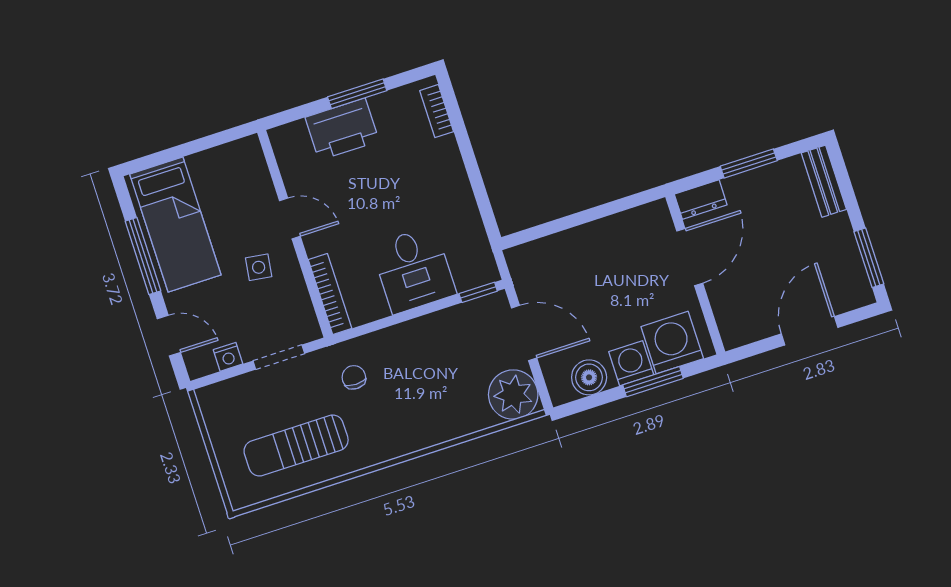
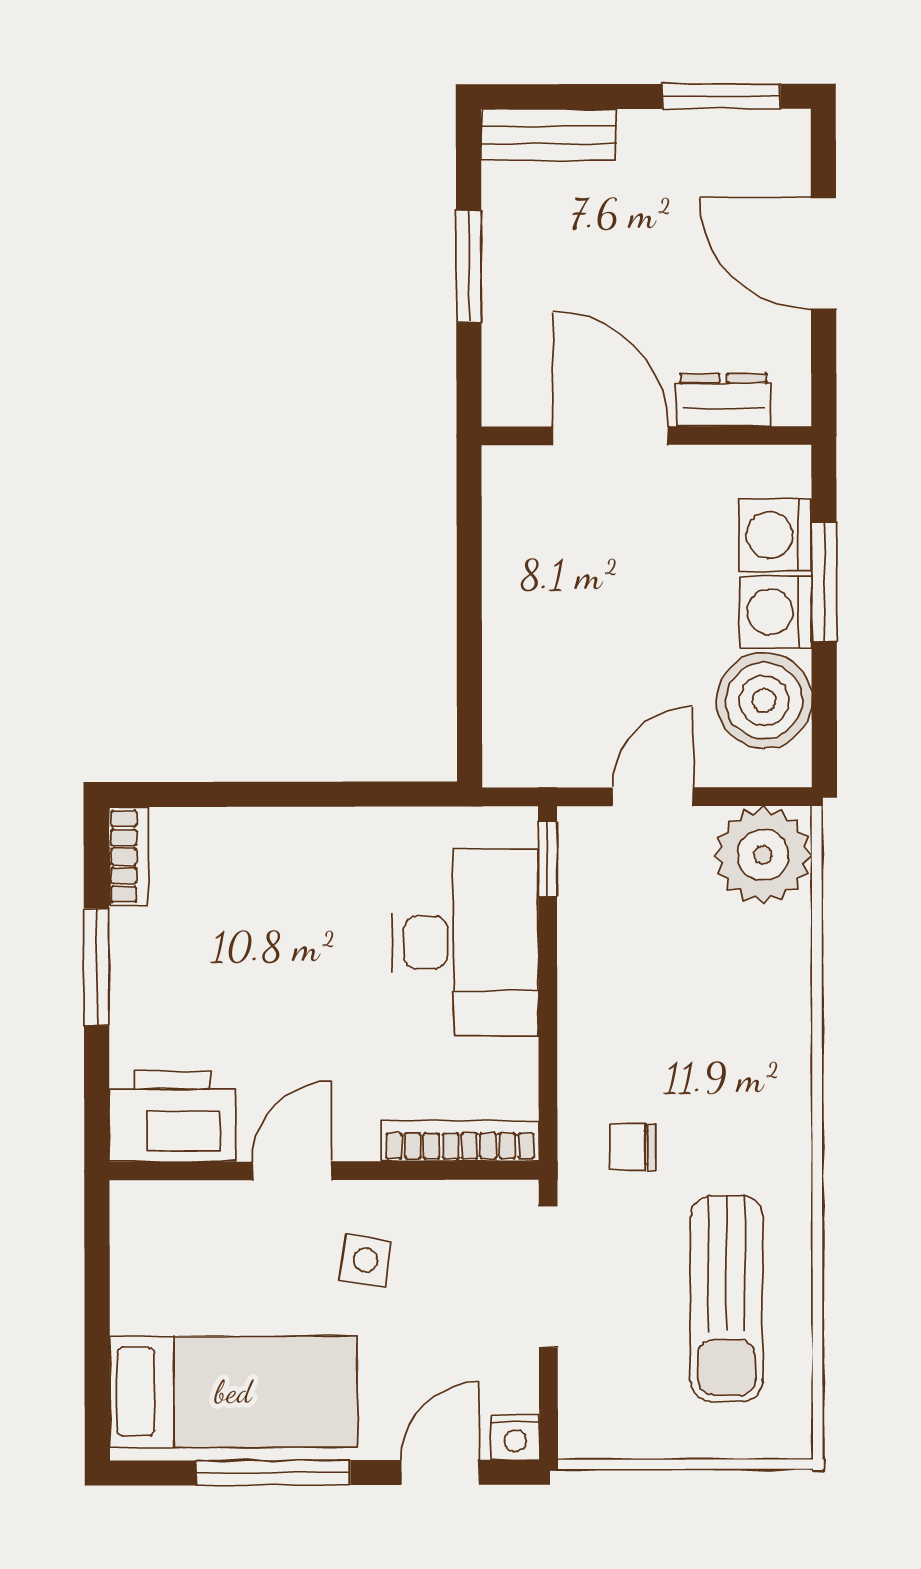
bookcase: (437, 111) -> (128, 856), moved, turned -90
printer: (342, 129) -> (172, 1116), moved, turned -90
dresser: (701, 200) -> (723, 400), moved, turned -90
desk: (414, 270) -> (465, 942), width x1.37
door: (524, 333) -> (653, 797), width x0.73
washing machine: (672, 343) -> (775, 535), width x0.73, depth x0.73
nightstand: (228, 357) -> (515, 1437), moved, turned 90
doorway: (279, 357) -> (548, 1277), width x1.38
boiler: (589, 377) -> (764, 701), width x1.37, depth x1.37

